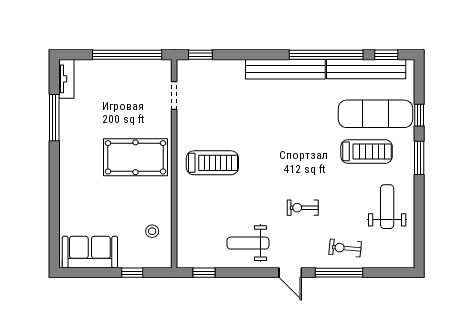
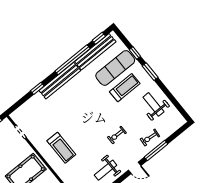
window: (200, 55) -> (37, 88), moved
treadmill: (212, 163) -> (61, 148), turned 90

